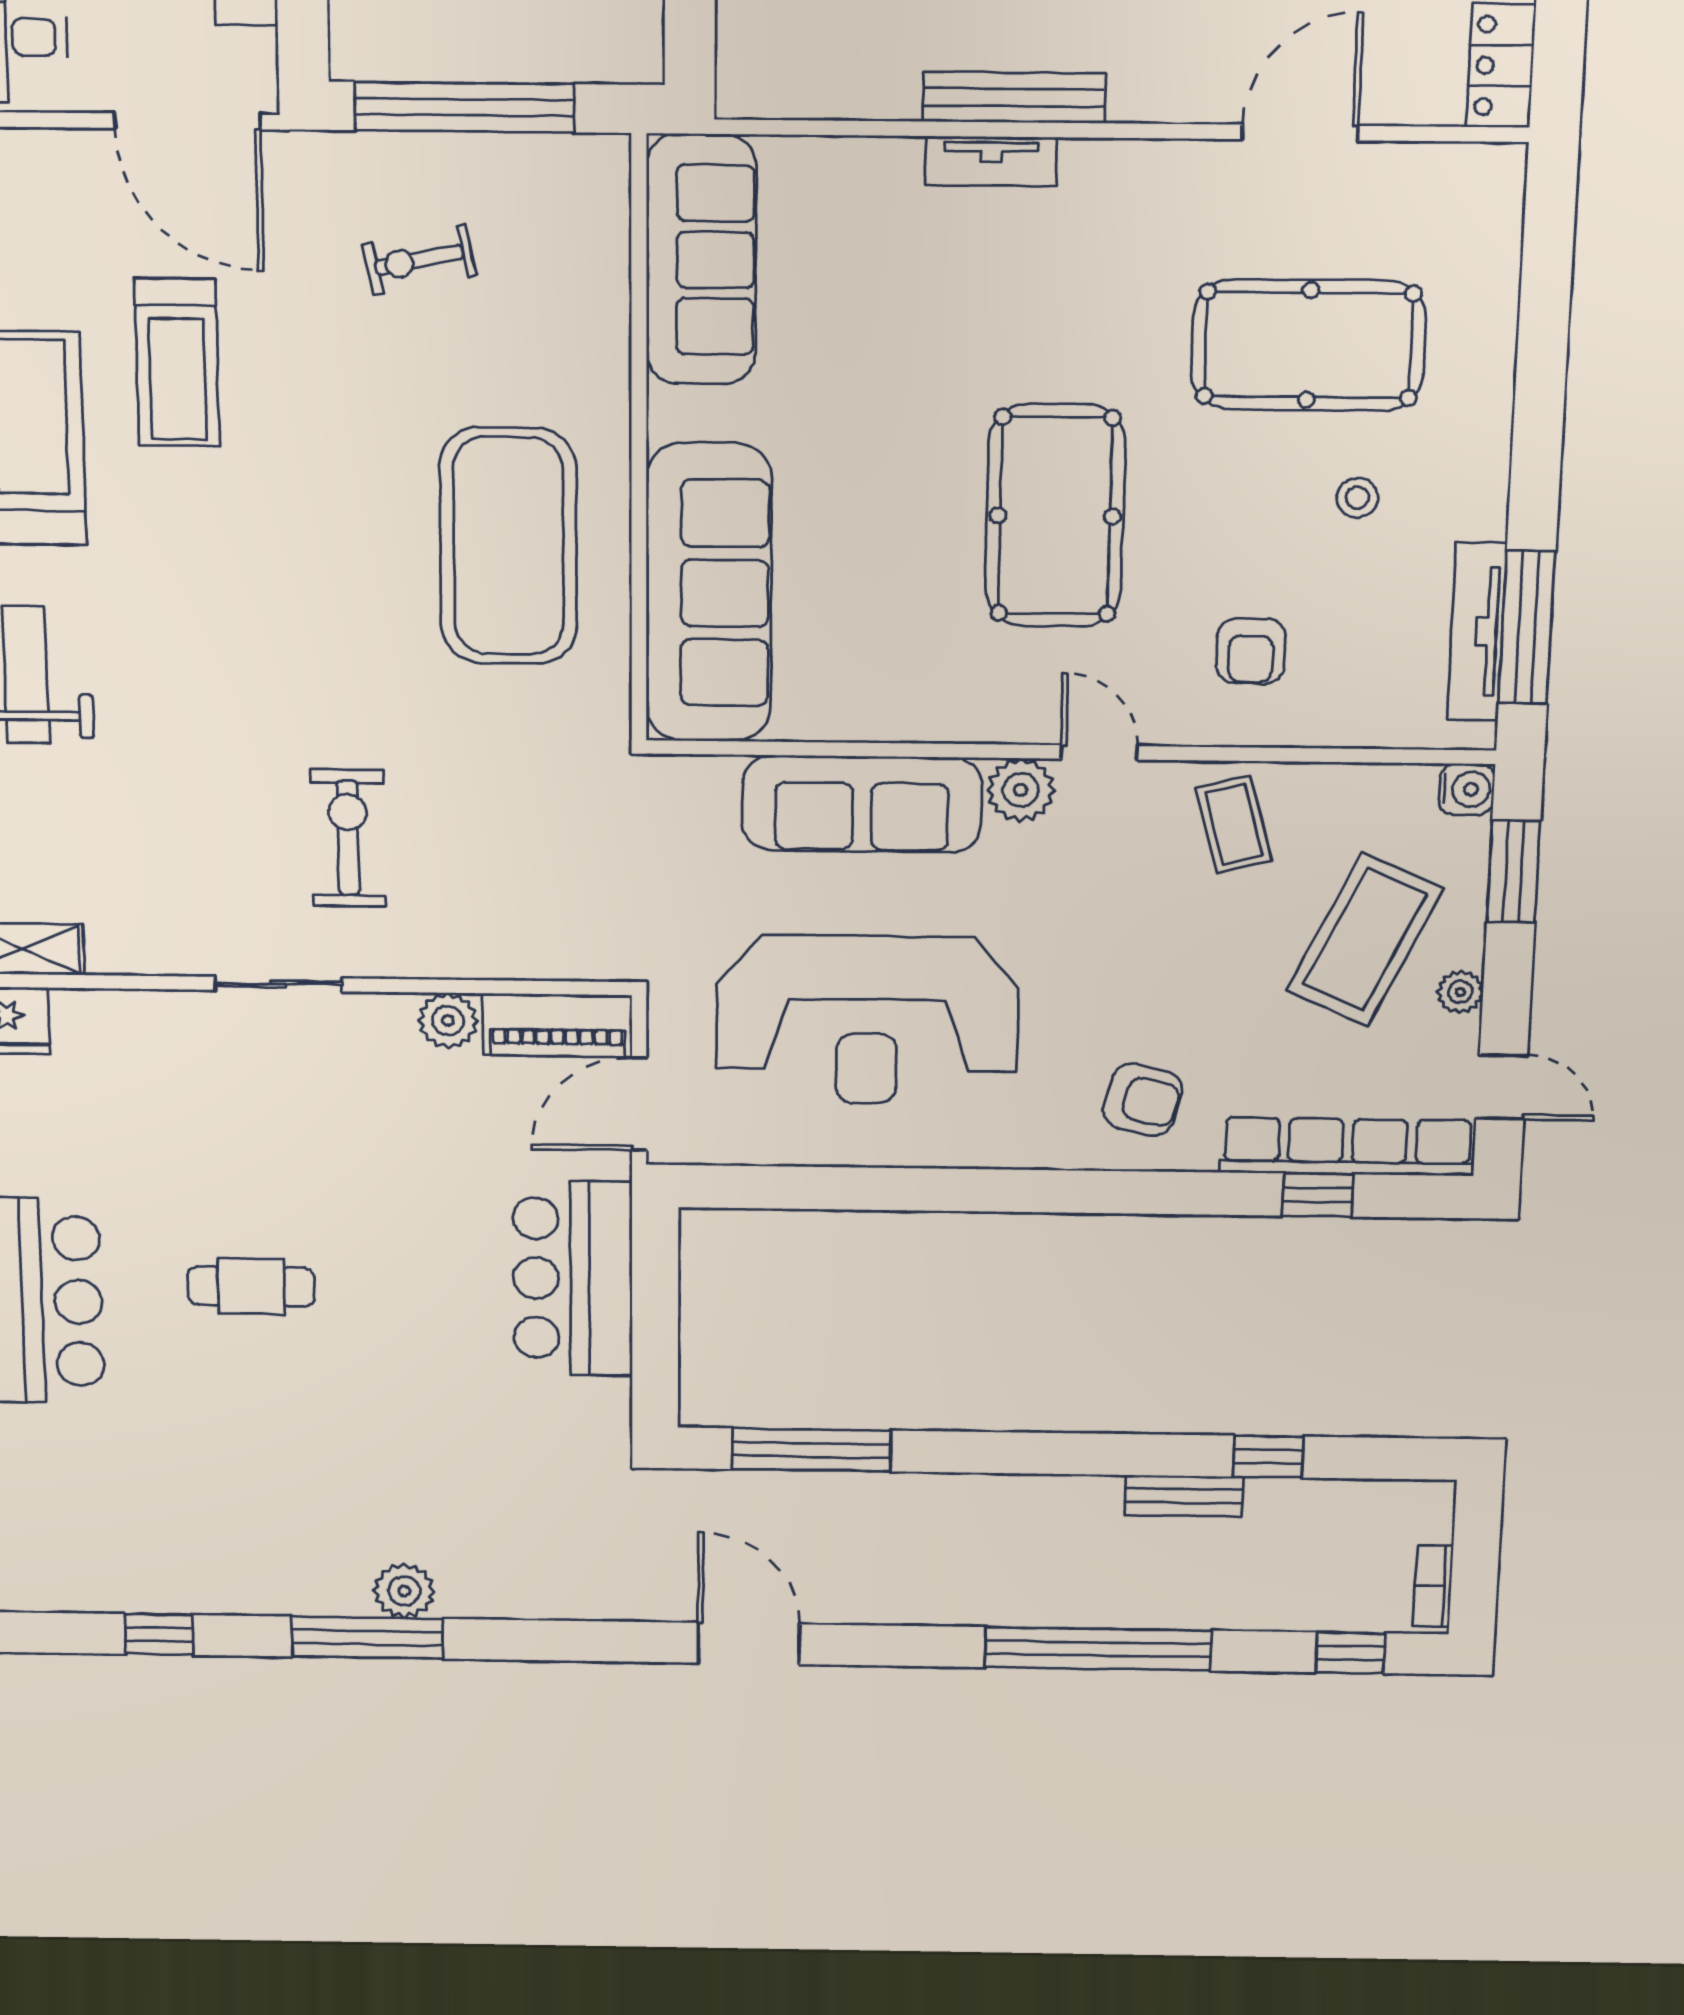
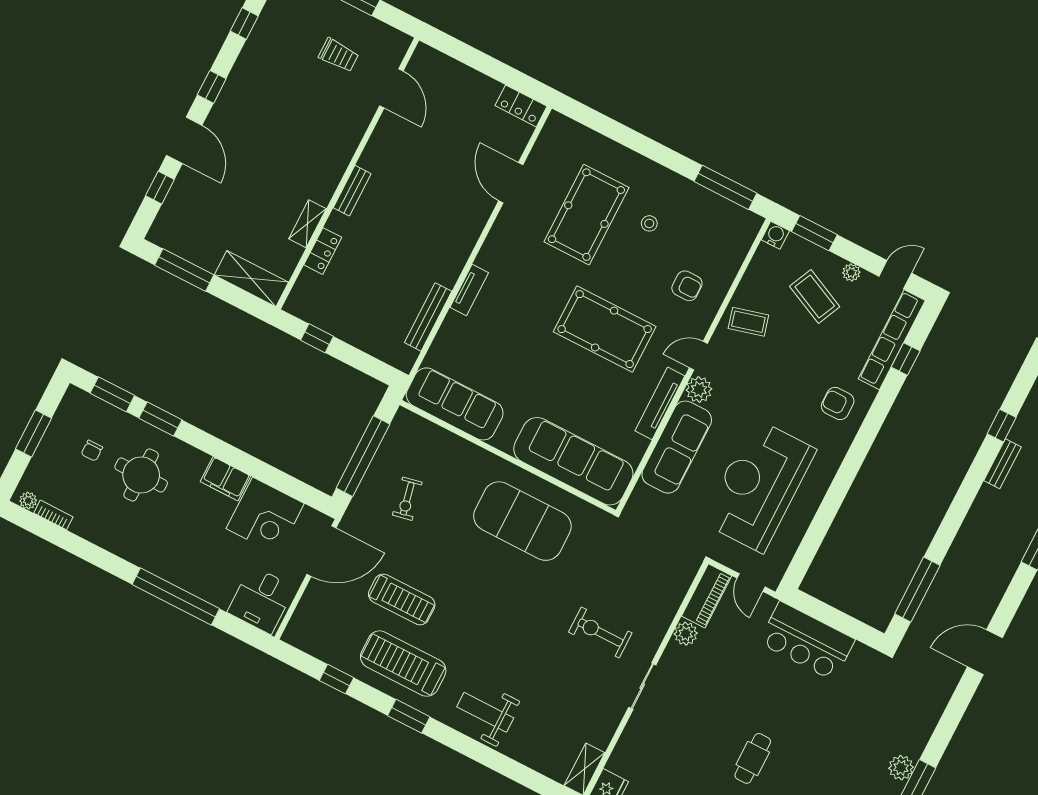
bench: (1014, 97) -> (428, 317), moved
tv unit: (1477, 632) -> (660, 403), moved, turned 90
coffee table: (1365, 940) -> (815, 296), width x0.73, depth x0.76
reception desk: (867, 1020) -> (759, 486), turned 180
armchair: (1143, 1100) -> (838, 404), turned -104
door: (639, 1104) -> (751, 583), width x0.73

